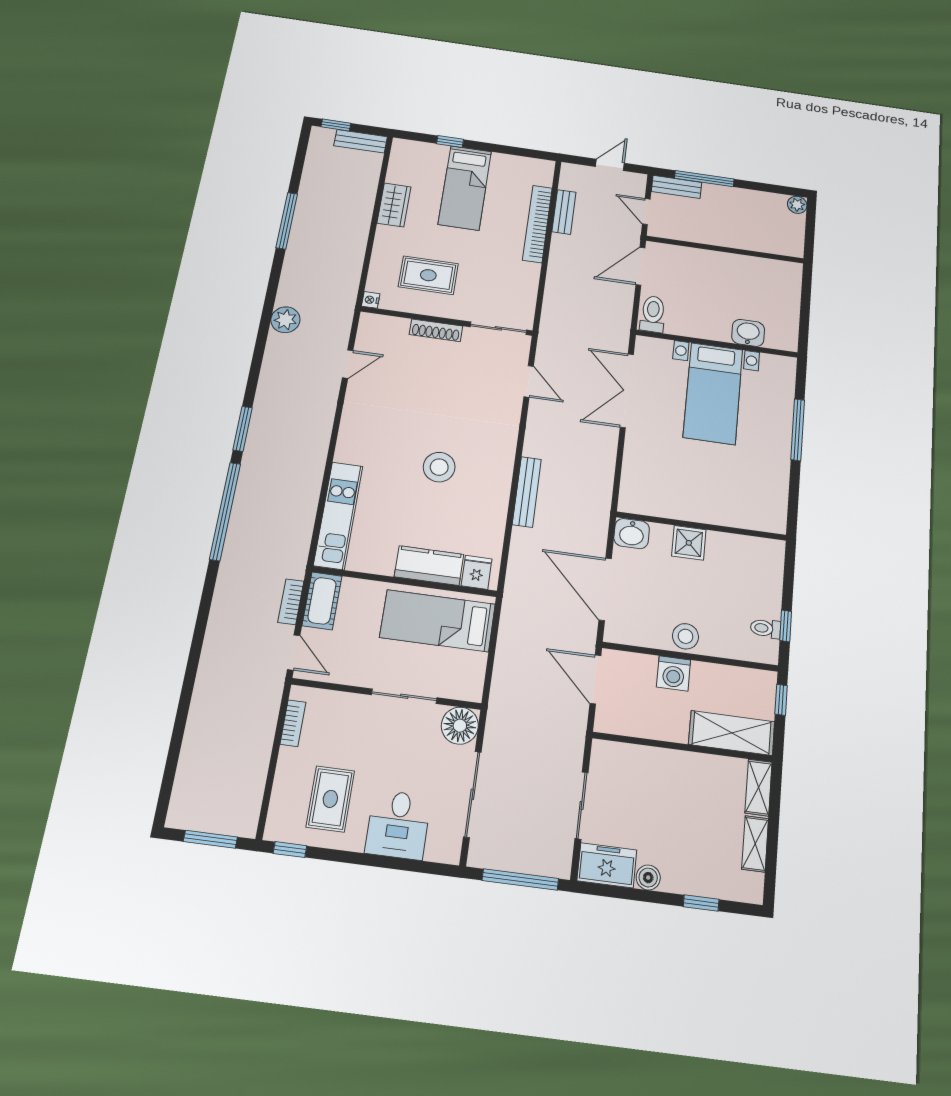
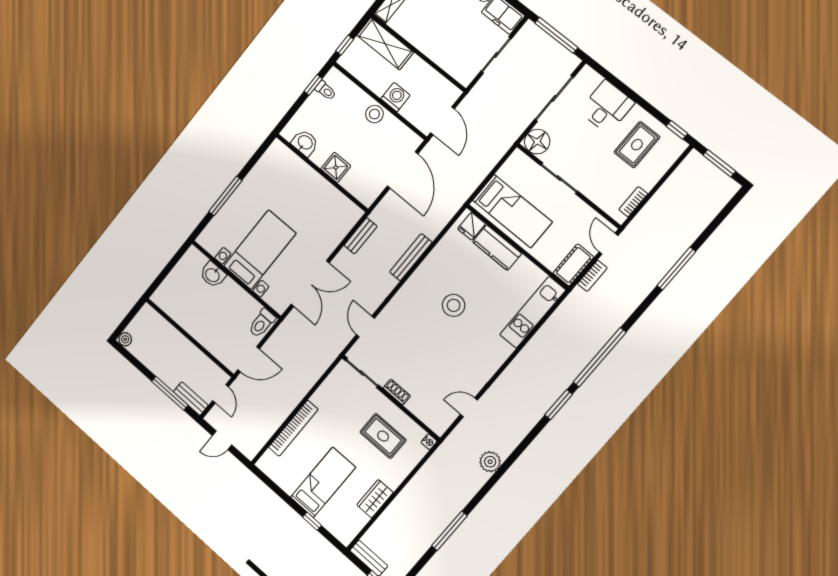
bench: (564, 212) -> (361, 236), moved
shoe rack: (436, 330) -> (397, 392), width x0.70
washbasin: (632, 534) -> (305, 143), moved
window: (191, 673) -> (676, 269), added

